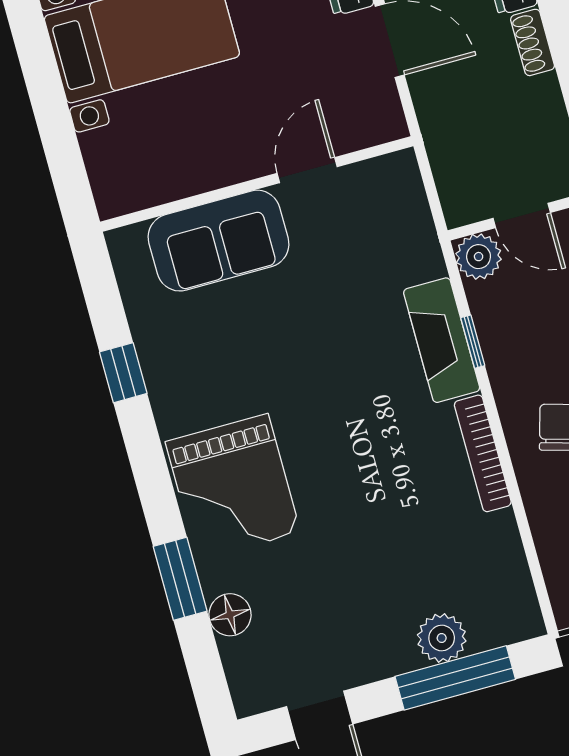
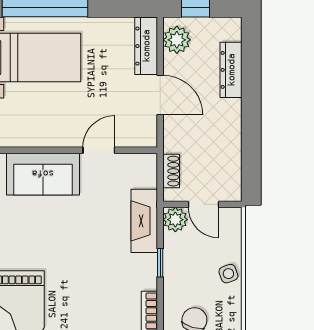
shoe rack: (533, 42) -> (171, 171), moved, turned 180
fireplace: (442, 340) -> (144, 221), moved

